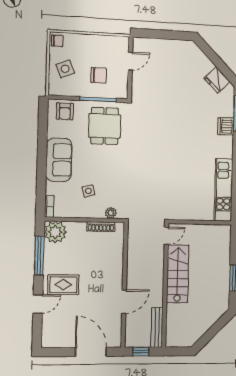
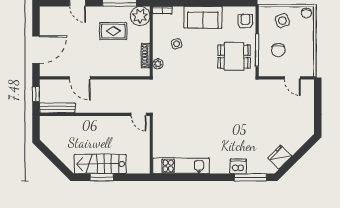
armchair: (65, 111) -> (245, 21), turned 90
stairs: (178, 274) -> (100, 164), moved, turned 180
rug: (63, 285) -> (113, 31), moved, turned 90

